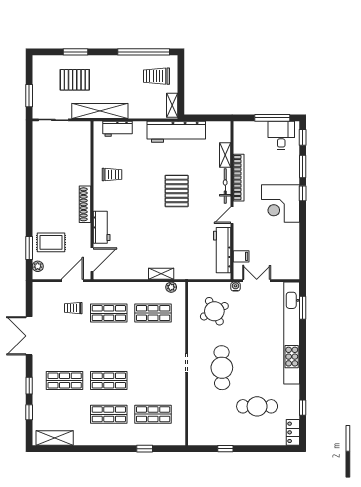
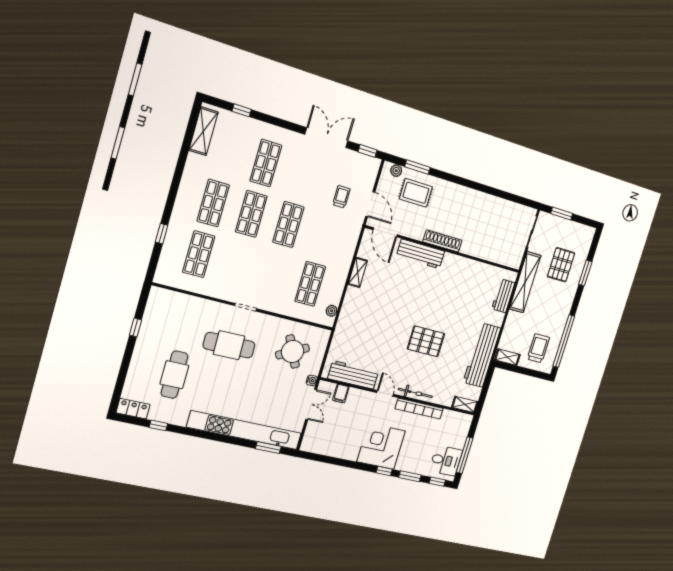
shelving: (225, 155) -> (465, 404), moved
trolley: (112, 175) -> (462, 278), removed
workbench: (102, 227) -> (420, 254), width x1.37
rug: (51, 242) -> (416, 193), turned 90
shelving: (161, 274) -> (358, 272), moved
shop shelf: (109, 313) -> (288, 225), moved
window: (29, 386) -> (368, 151), moved

